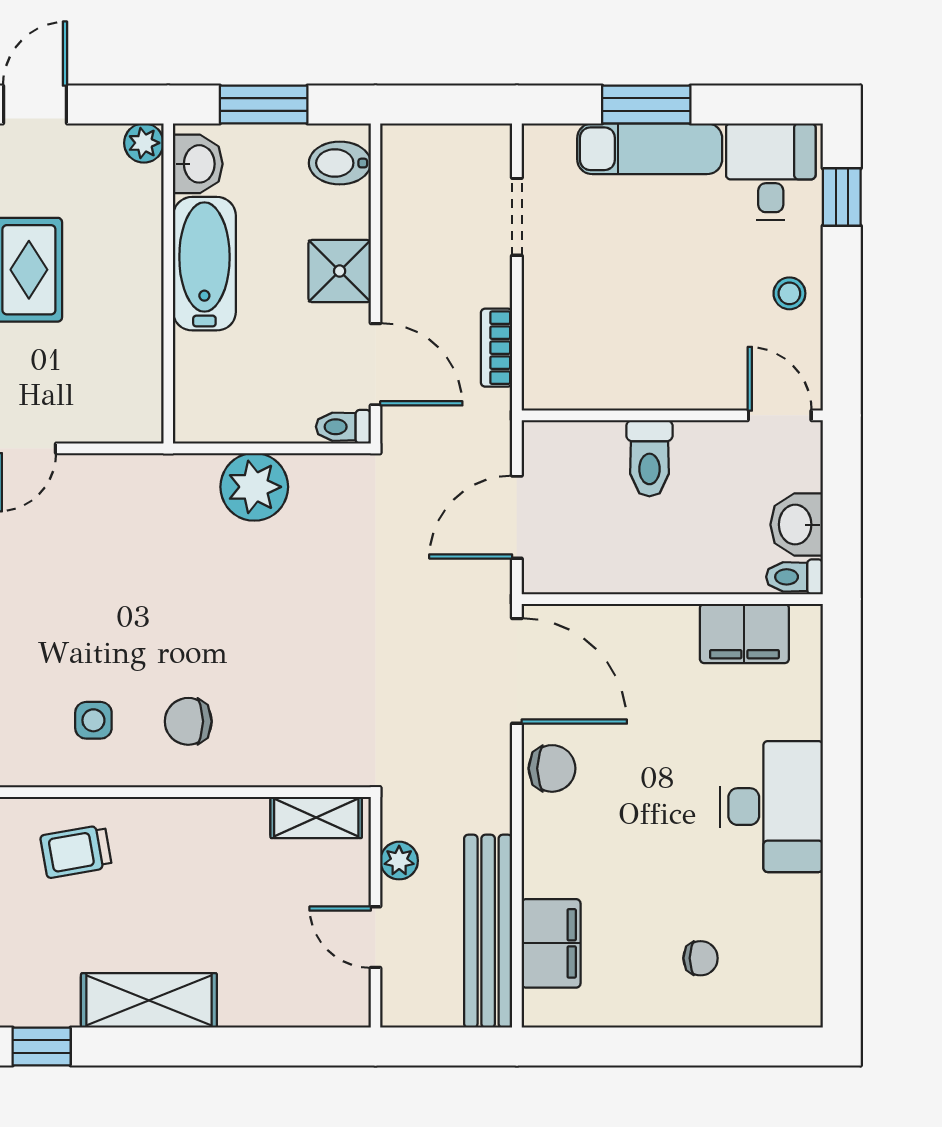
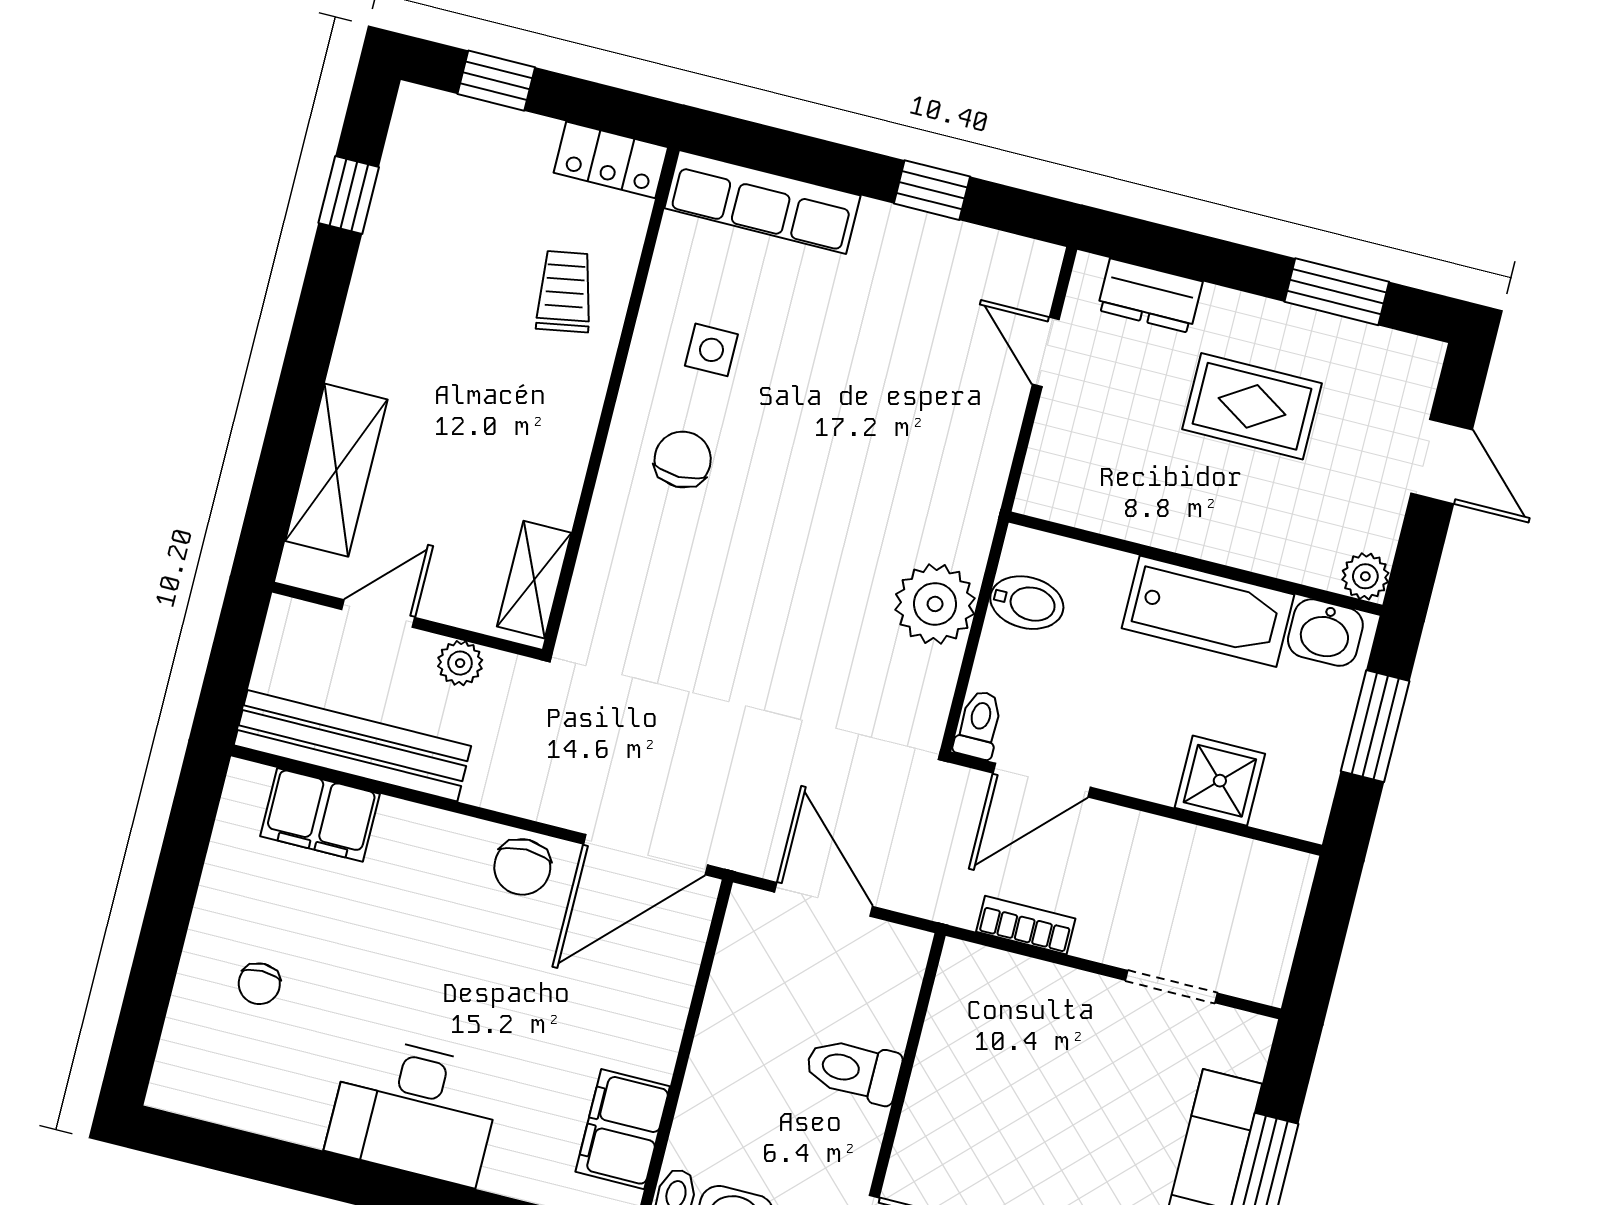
bidet: (340, 163) -> (1027, 603), moved, turned 90
shower: (340, 271) -> (1220, 781), moved
shelving: (149, 1000) -> (336, 470), moved

